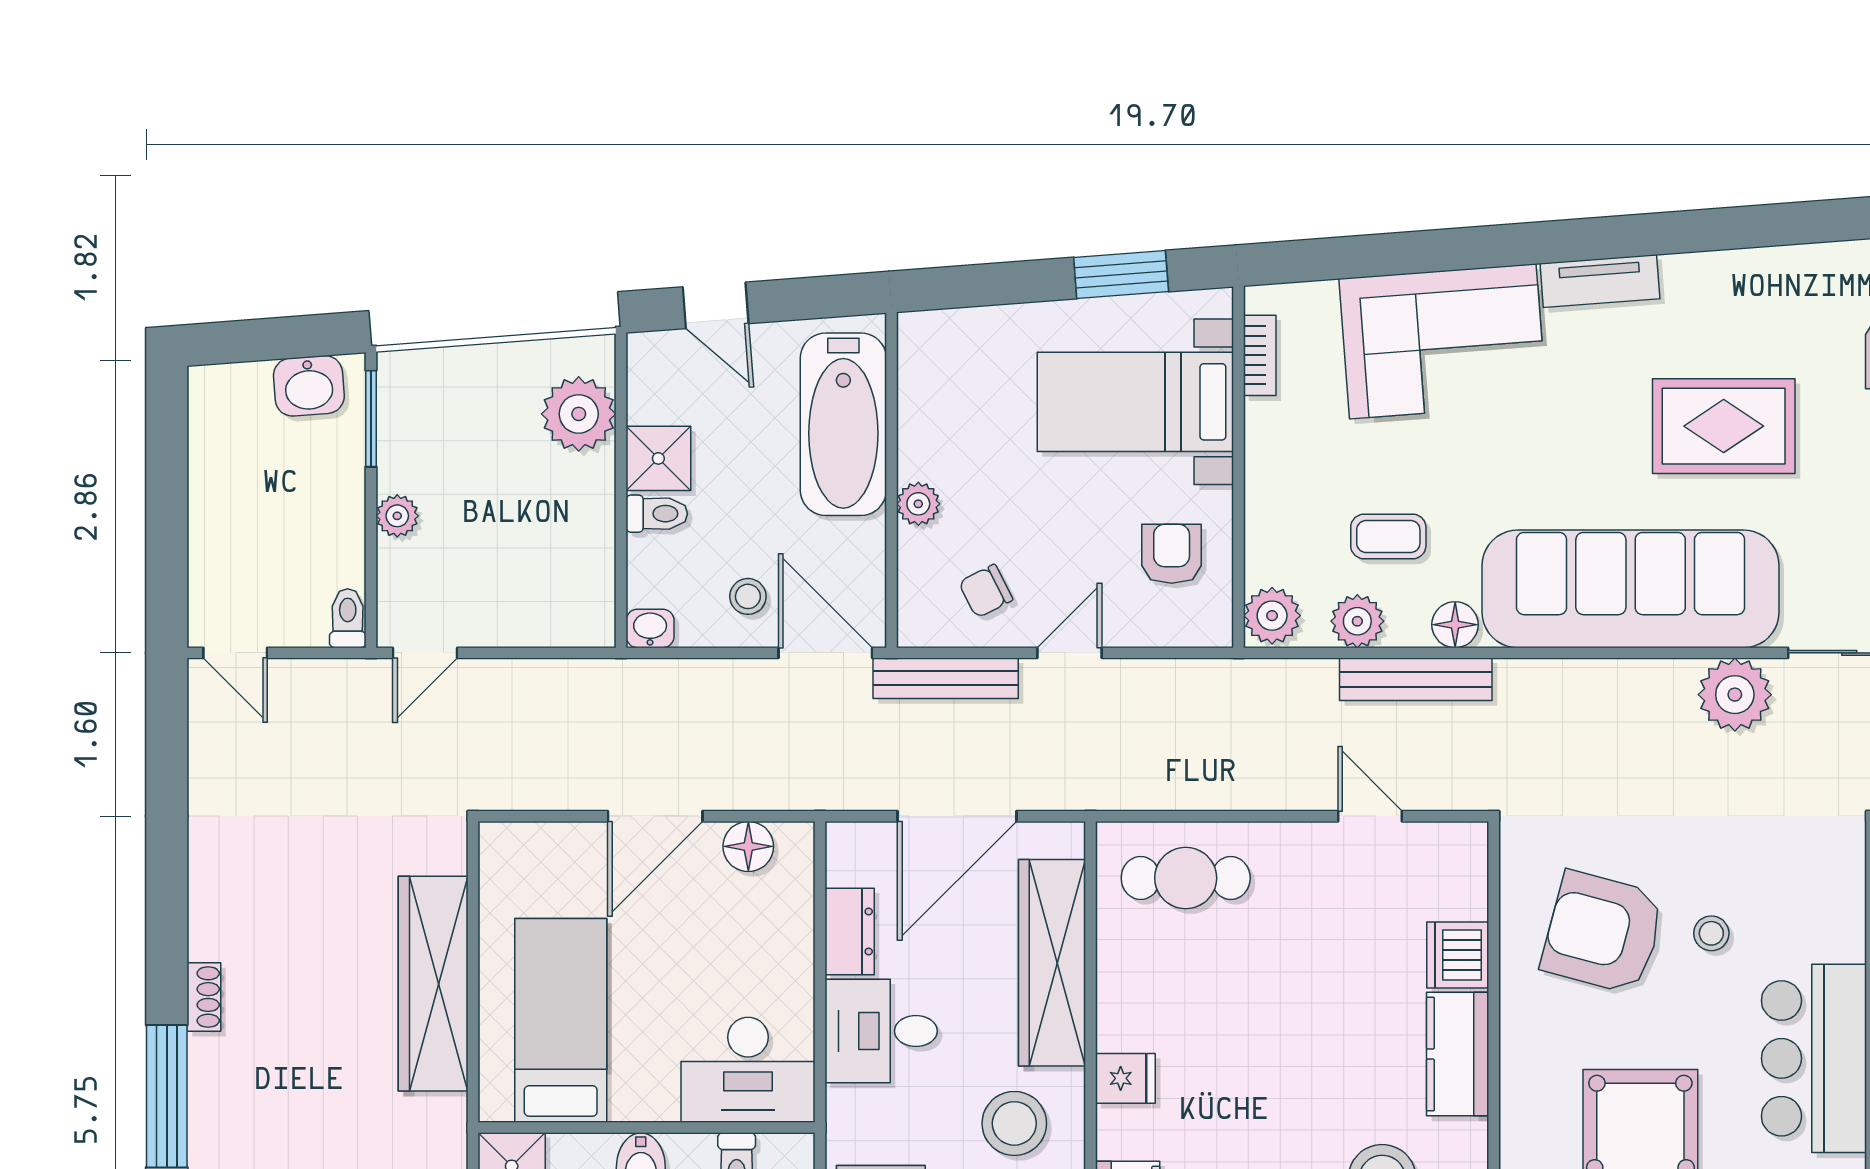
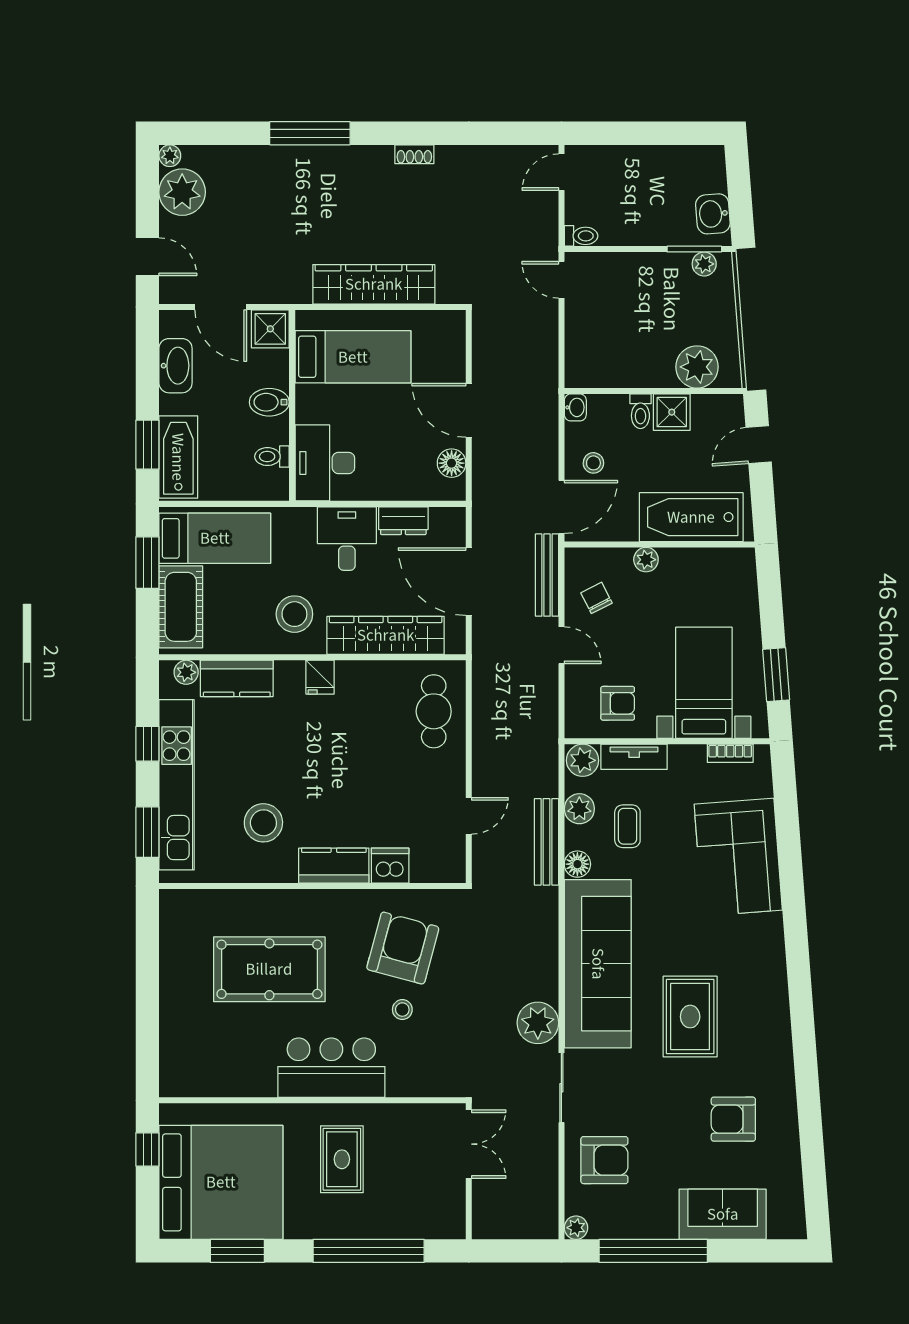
tv unit: (1600, 281) -> (634, 757), moved, turned -86
plant: (397, 516) -> (704, 264), moved
shoe rack: (204, 997) -> (414, 154), moved

